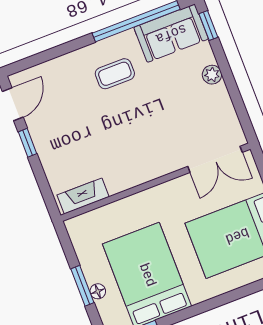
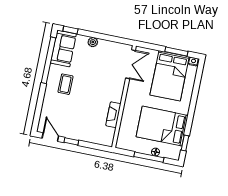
fireplace: (83, 196) -> (113, 115), moved
window: (82, 286) -> (149, 157), width x1.44

